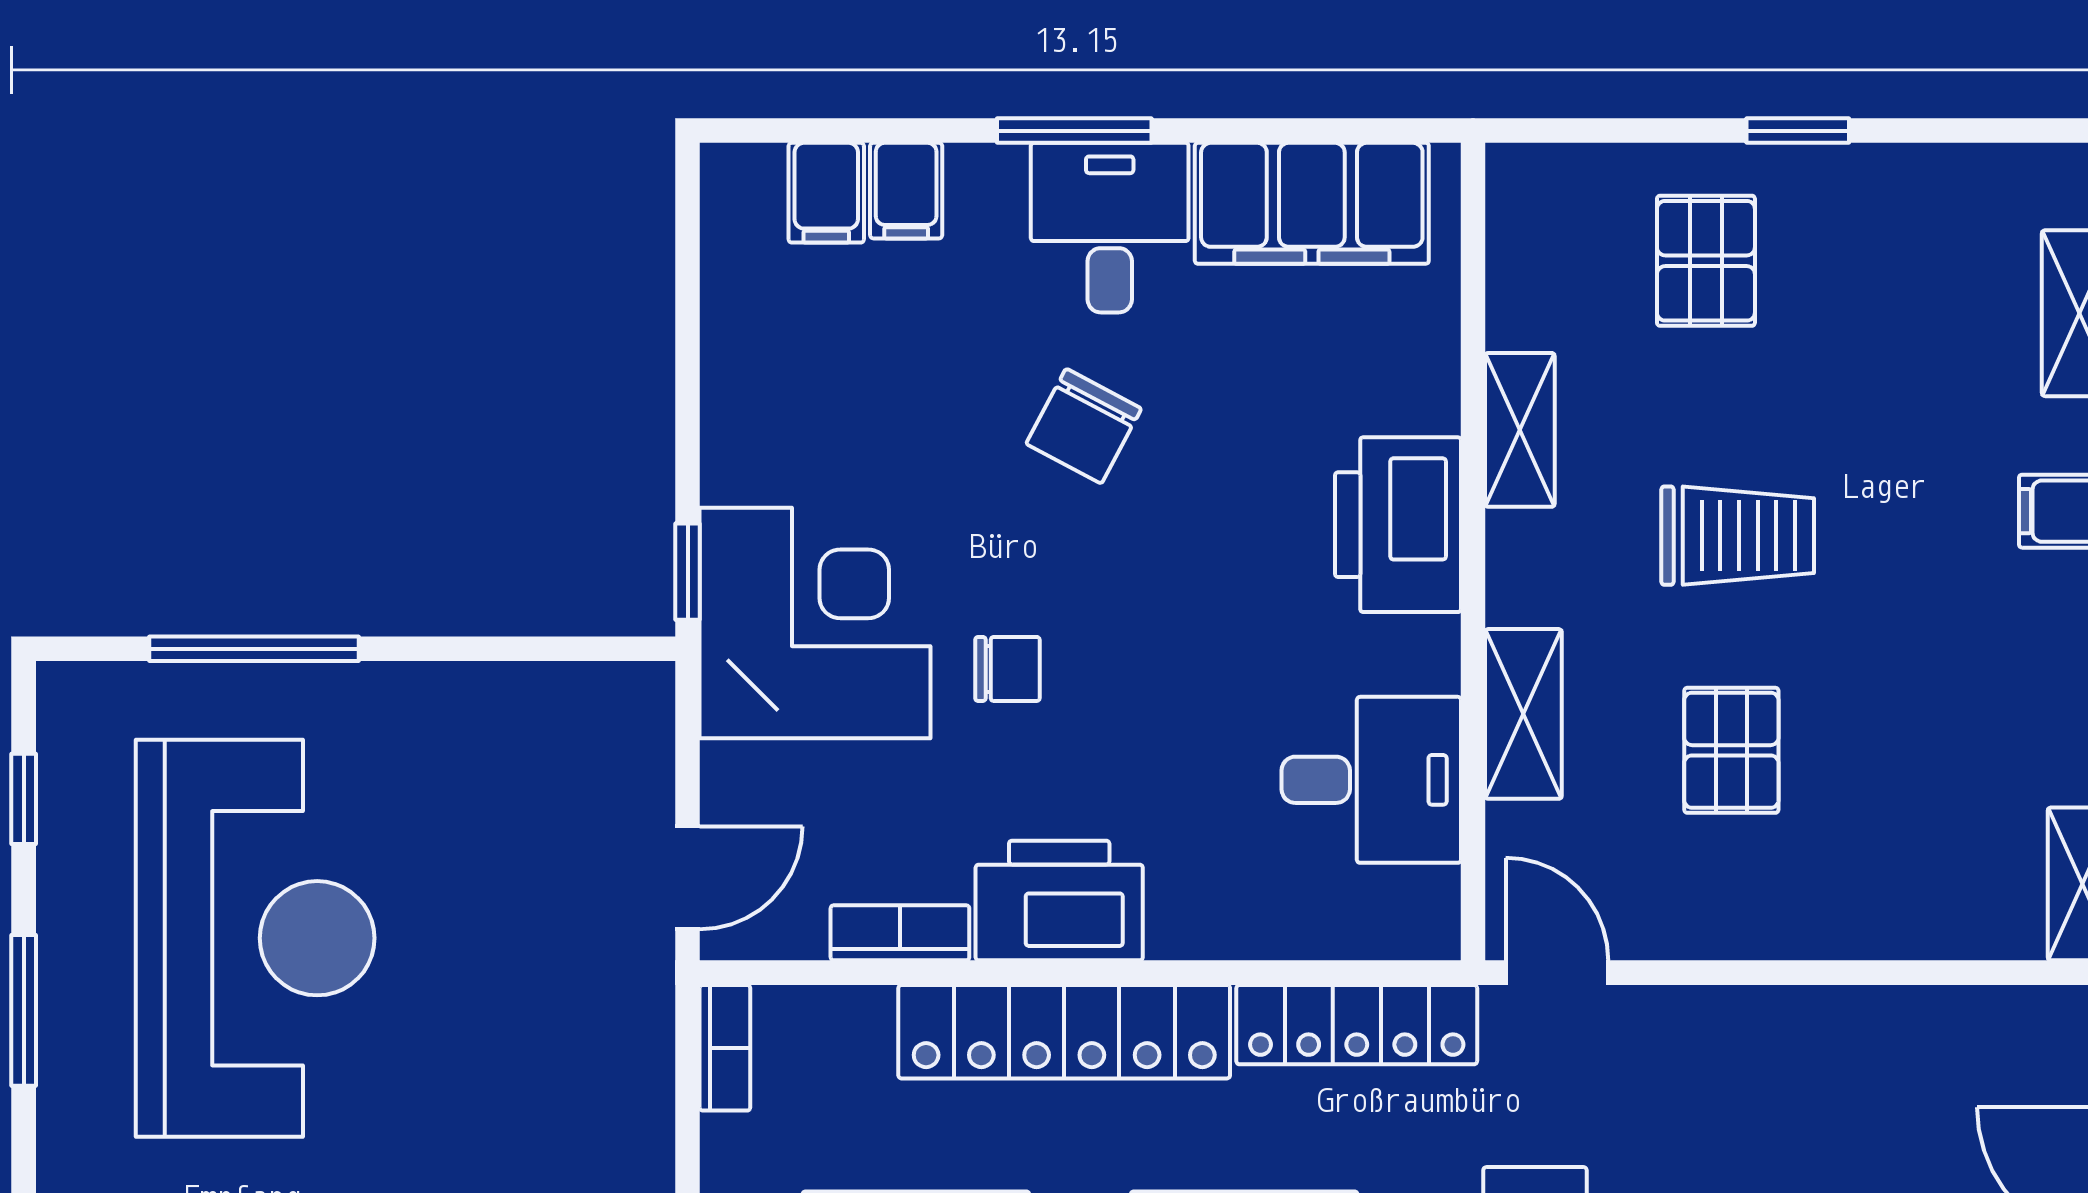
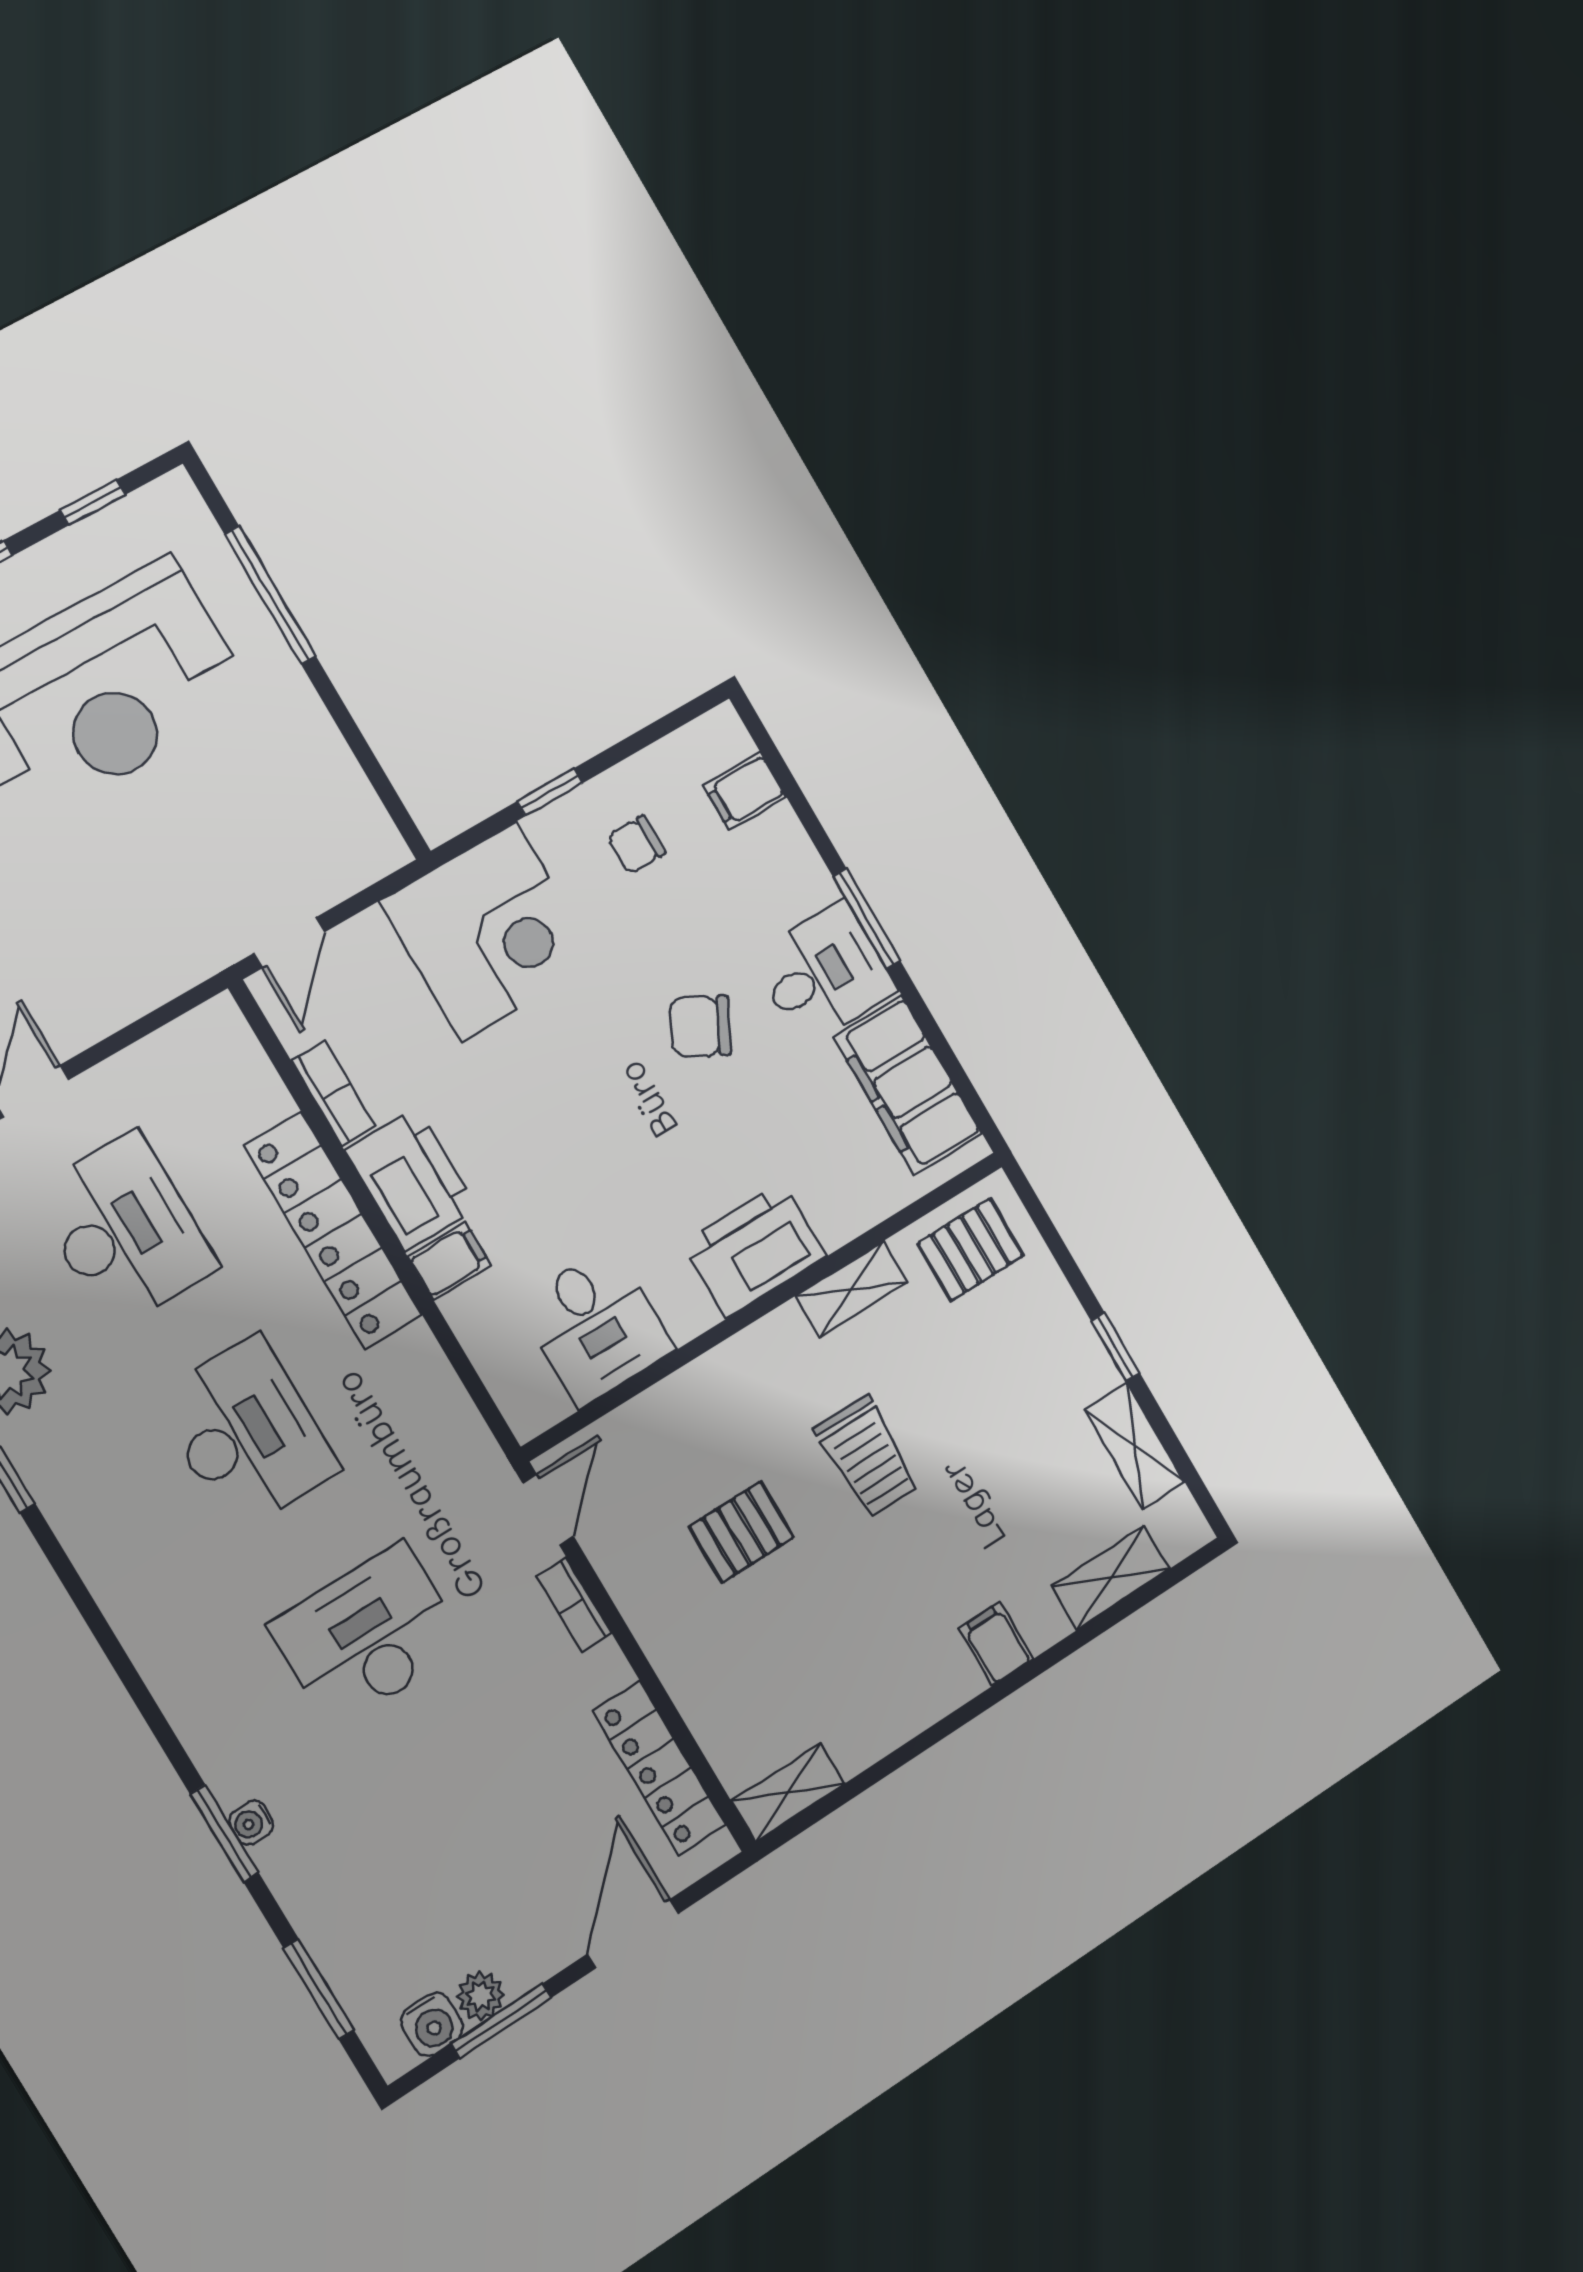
filing cabinet: (906, 191) -> (449, 1261), moved, turned 180
pallet: (1706, 261) -> (971, 1249), moved
window: (688, 572) -> (550, 792), moved
chair: (1007, 669) -> (636, 845), moved, turned 90
shelving: (1523, 714) -> (1135, 1446), moved, turned 90
door: (688, 878) -> (289, 943), hinge flipped
locker: (1357, 1025) -> (659, 1768), moved
bookcase: (725, 1048) -> (574, 1605), moved, turned 90

